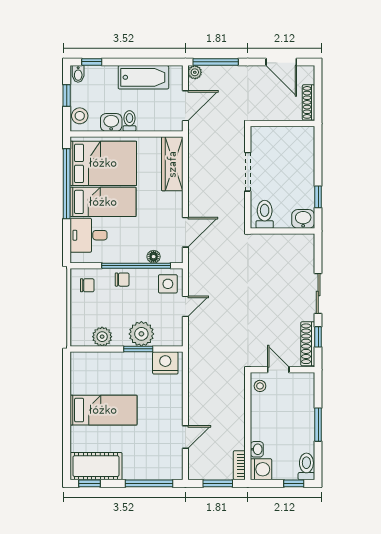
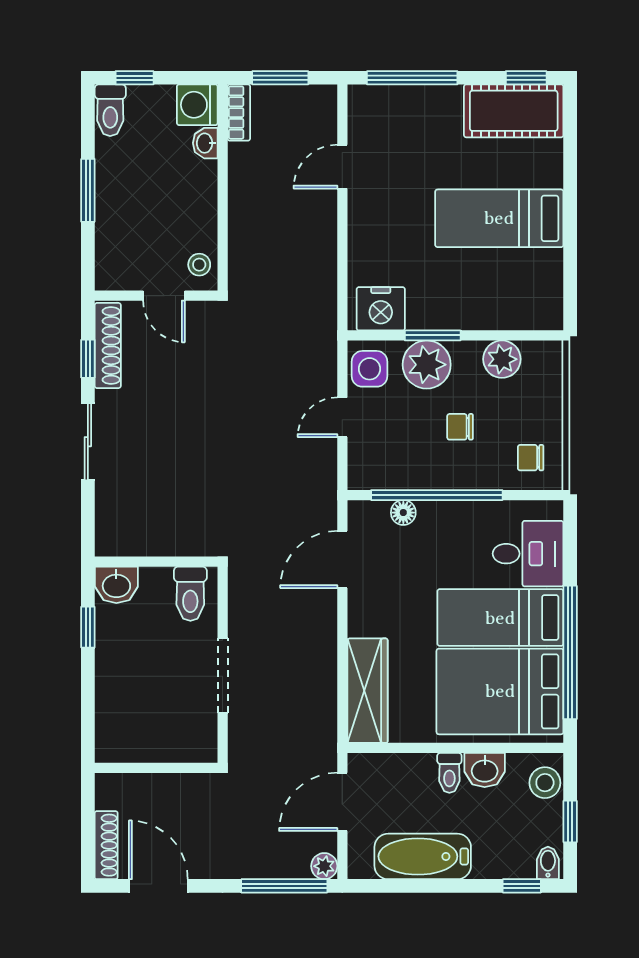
shoe rack: (309, 102) -> (106, 845), moved
chair: (122, 280) -> (460, 427), moved
side table: (168, 284) -> (370, 369), moved

